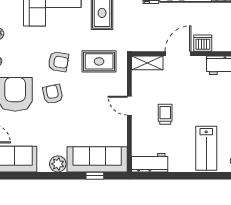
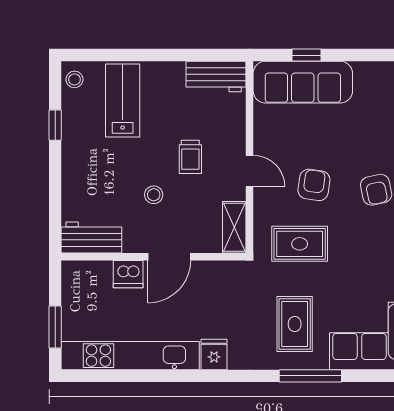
armchair: (58, 62) -> (314, 185), moved, turned 89
shelving: (147, 63) -> (234, 227), moved, turned 90
stool: (187, 91) -> (154, 195), added
plant: (58, 164) -> (368, 74), removed

